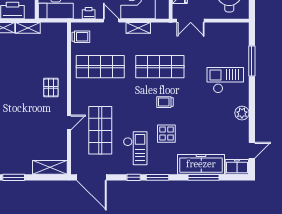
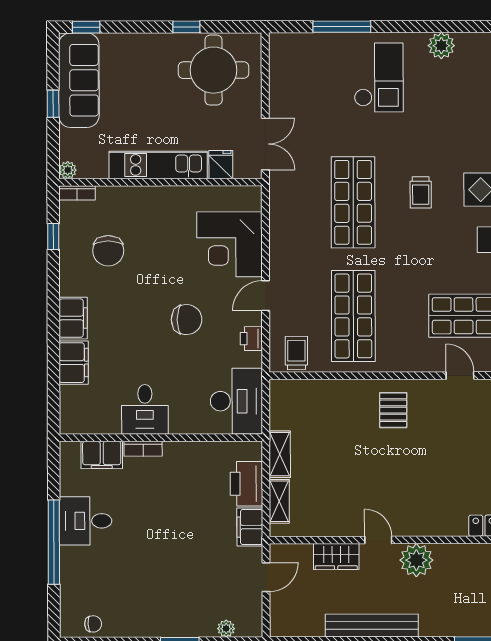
shelving: (138, 28) -> (279, 244), removed
checkout: (225, 80) -> (379, 77), turned 180
pallet: (51, 87) -> (393, 410), turned 90

